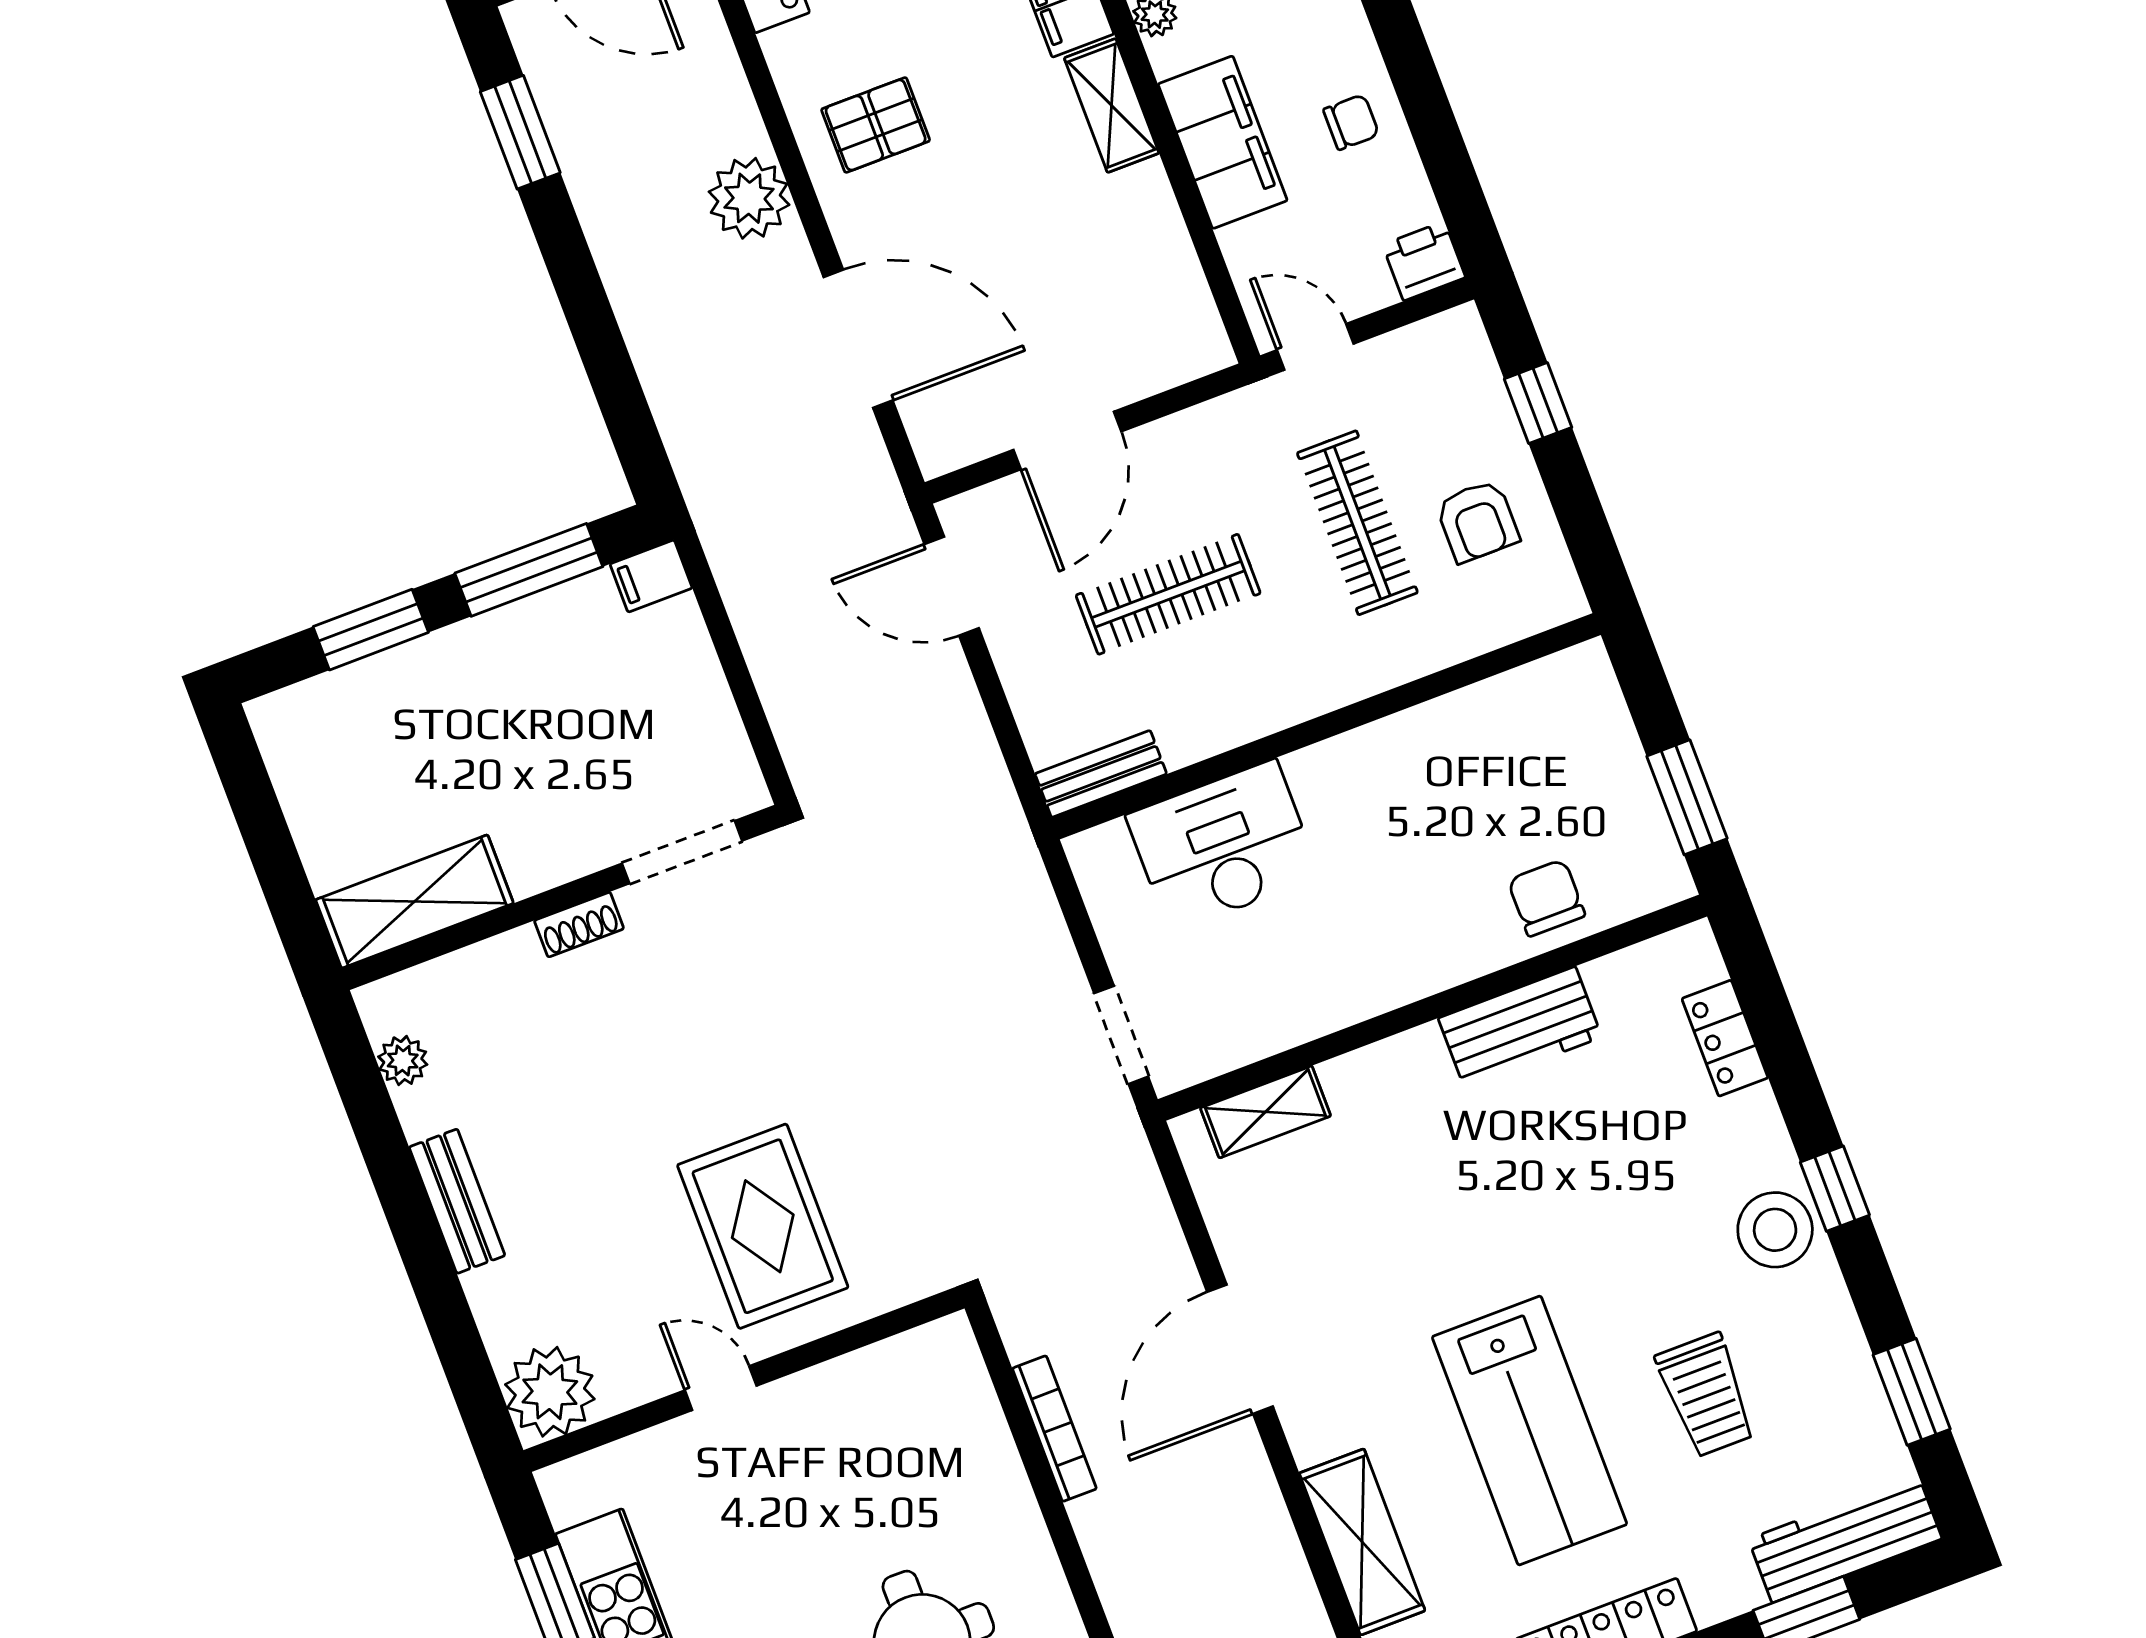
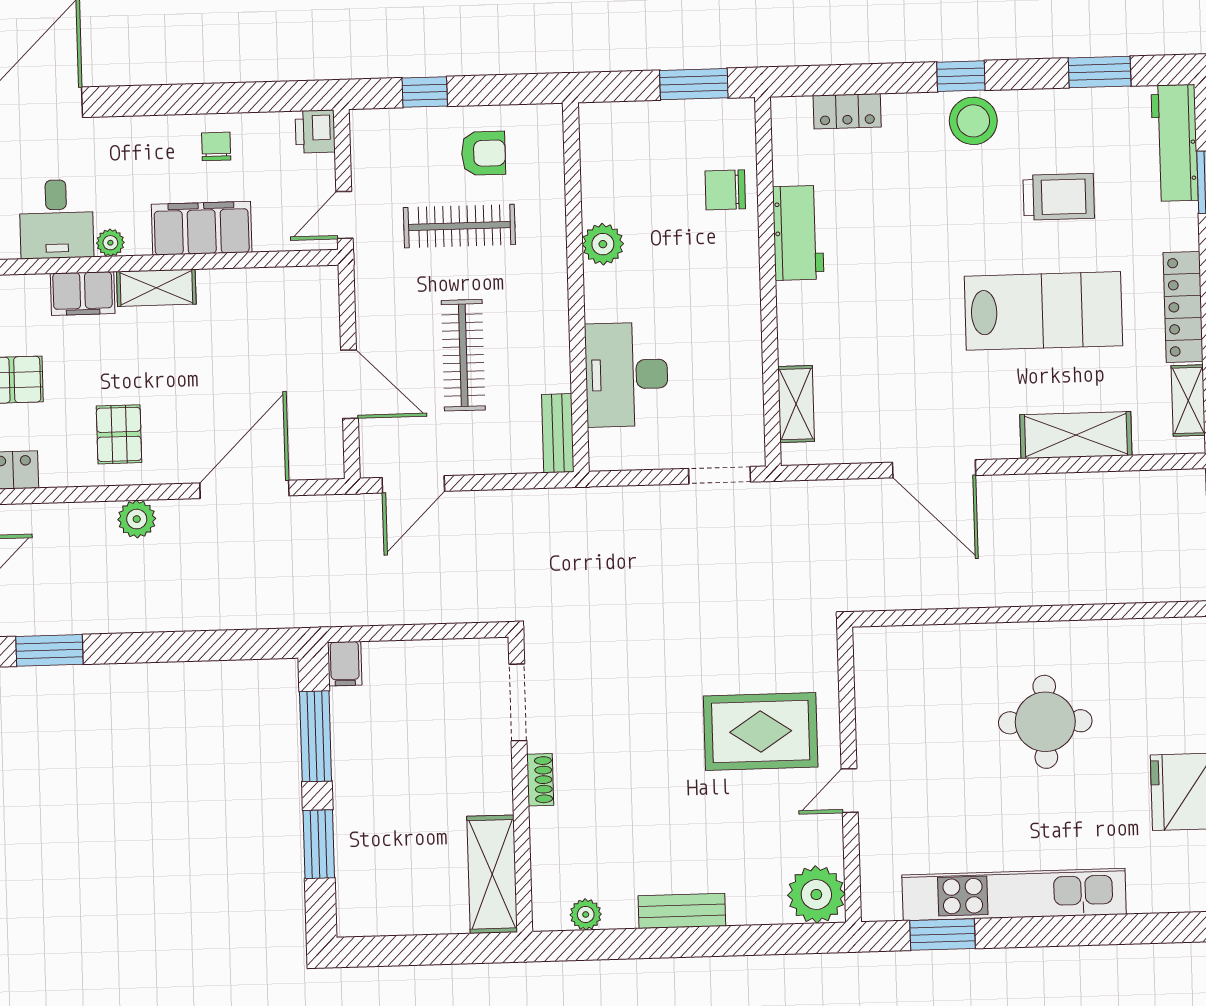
plant: (749, 198) -> (137, 519), width x0.73, depth x0.73
plant: (1404, 744) -> (603, 244), added
bookcase: (1054, 1429) -> (943, 597), removed

